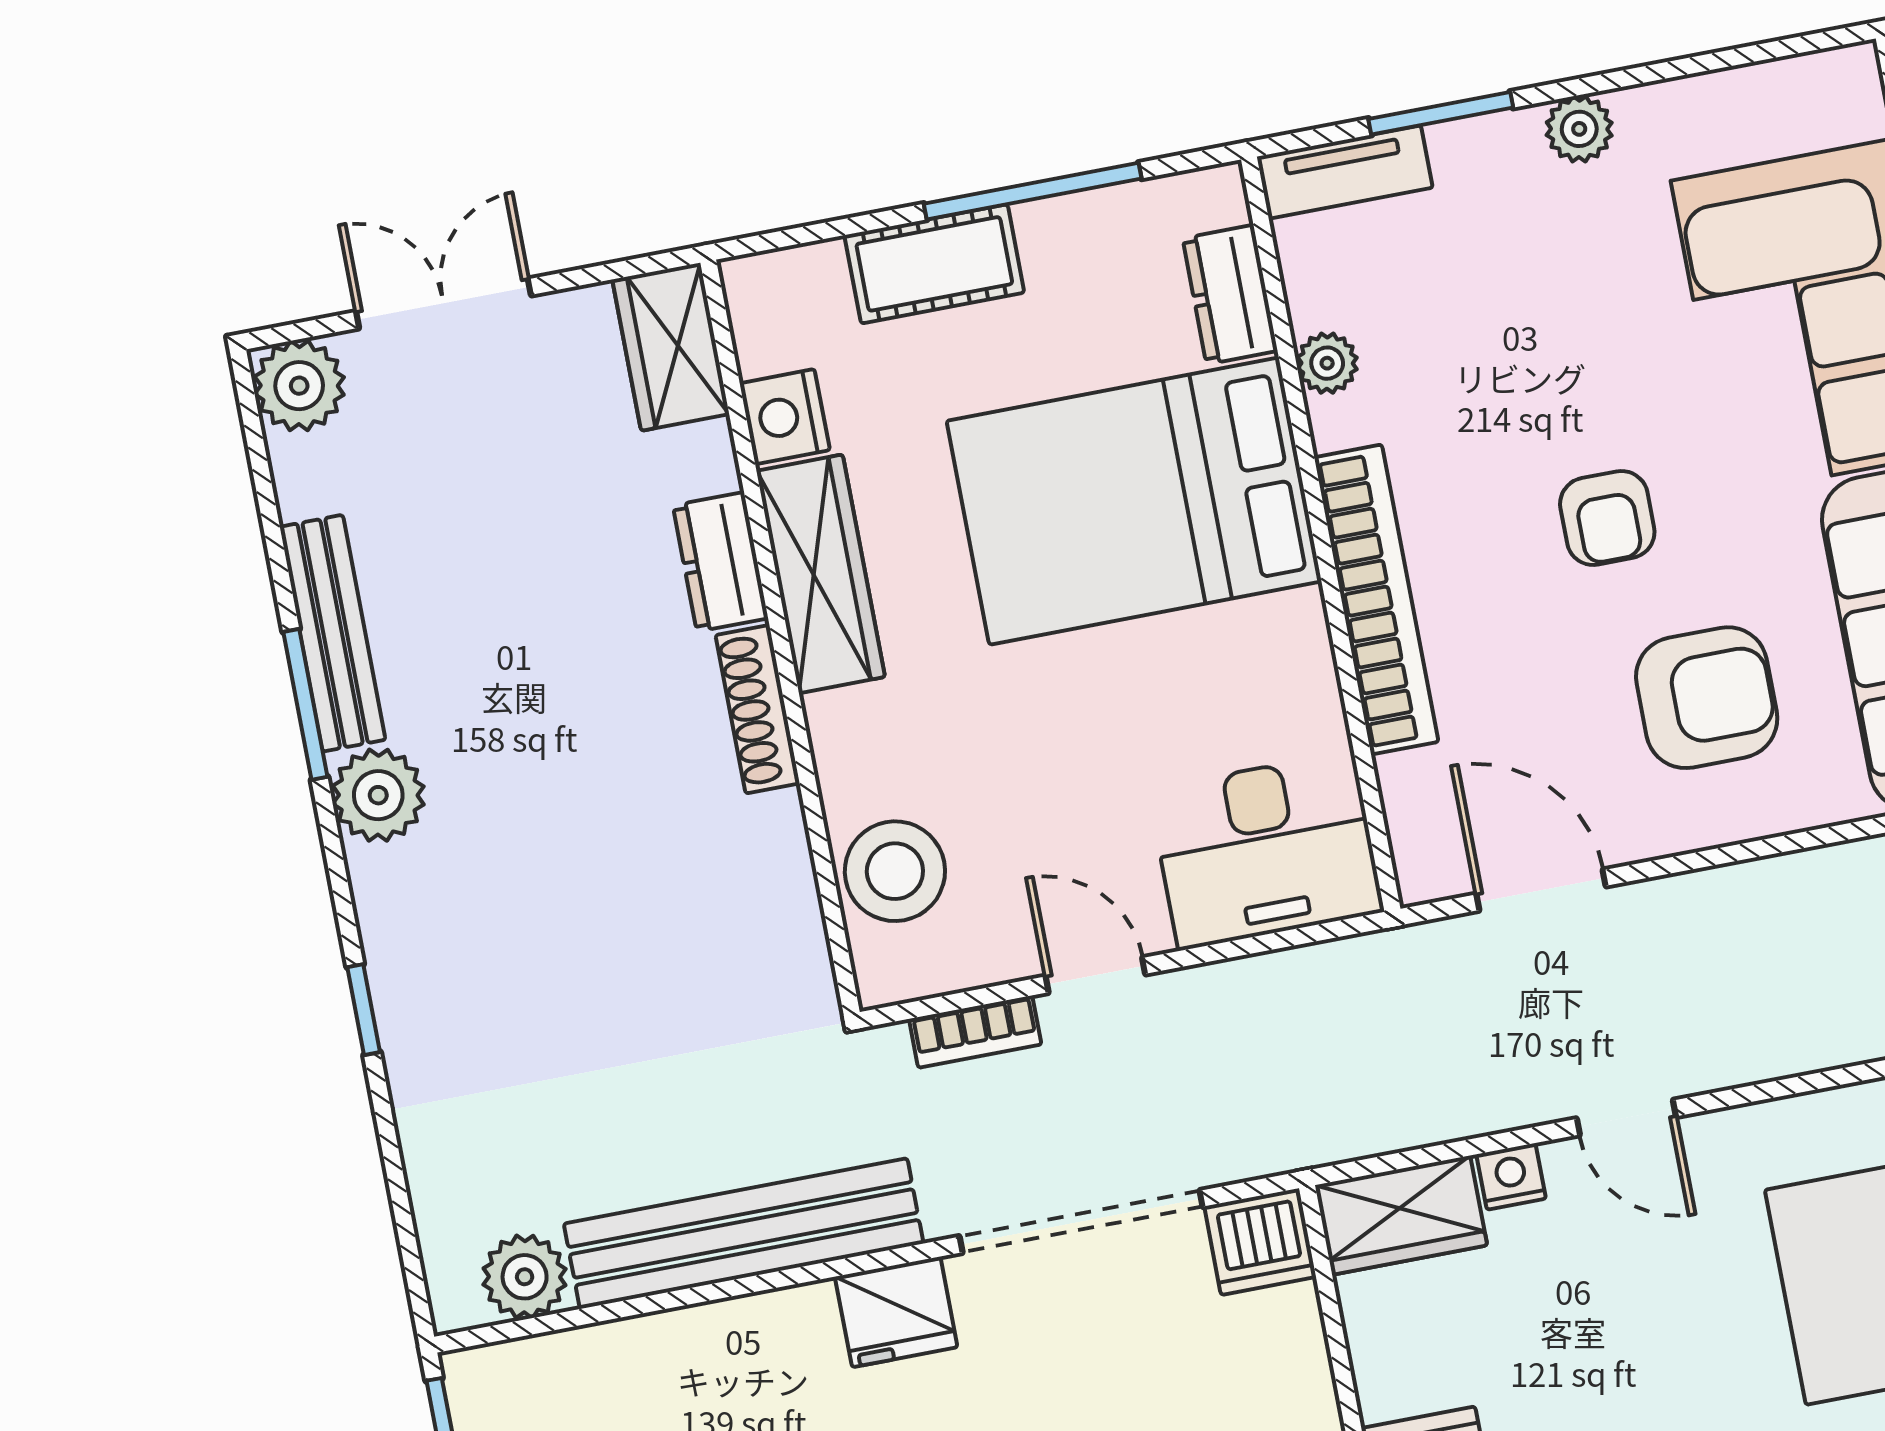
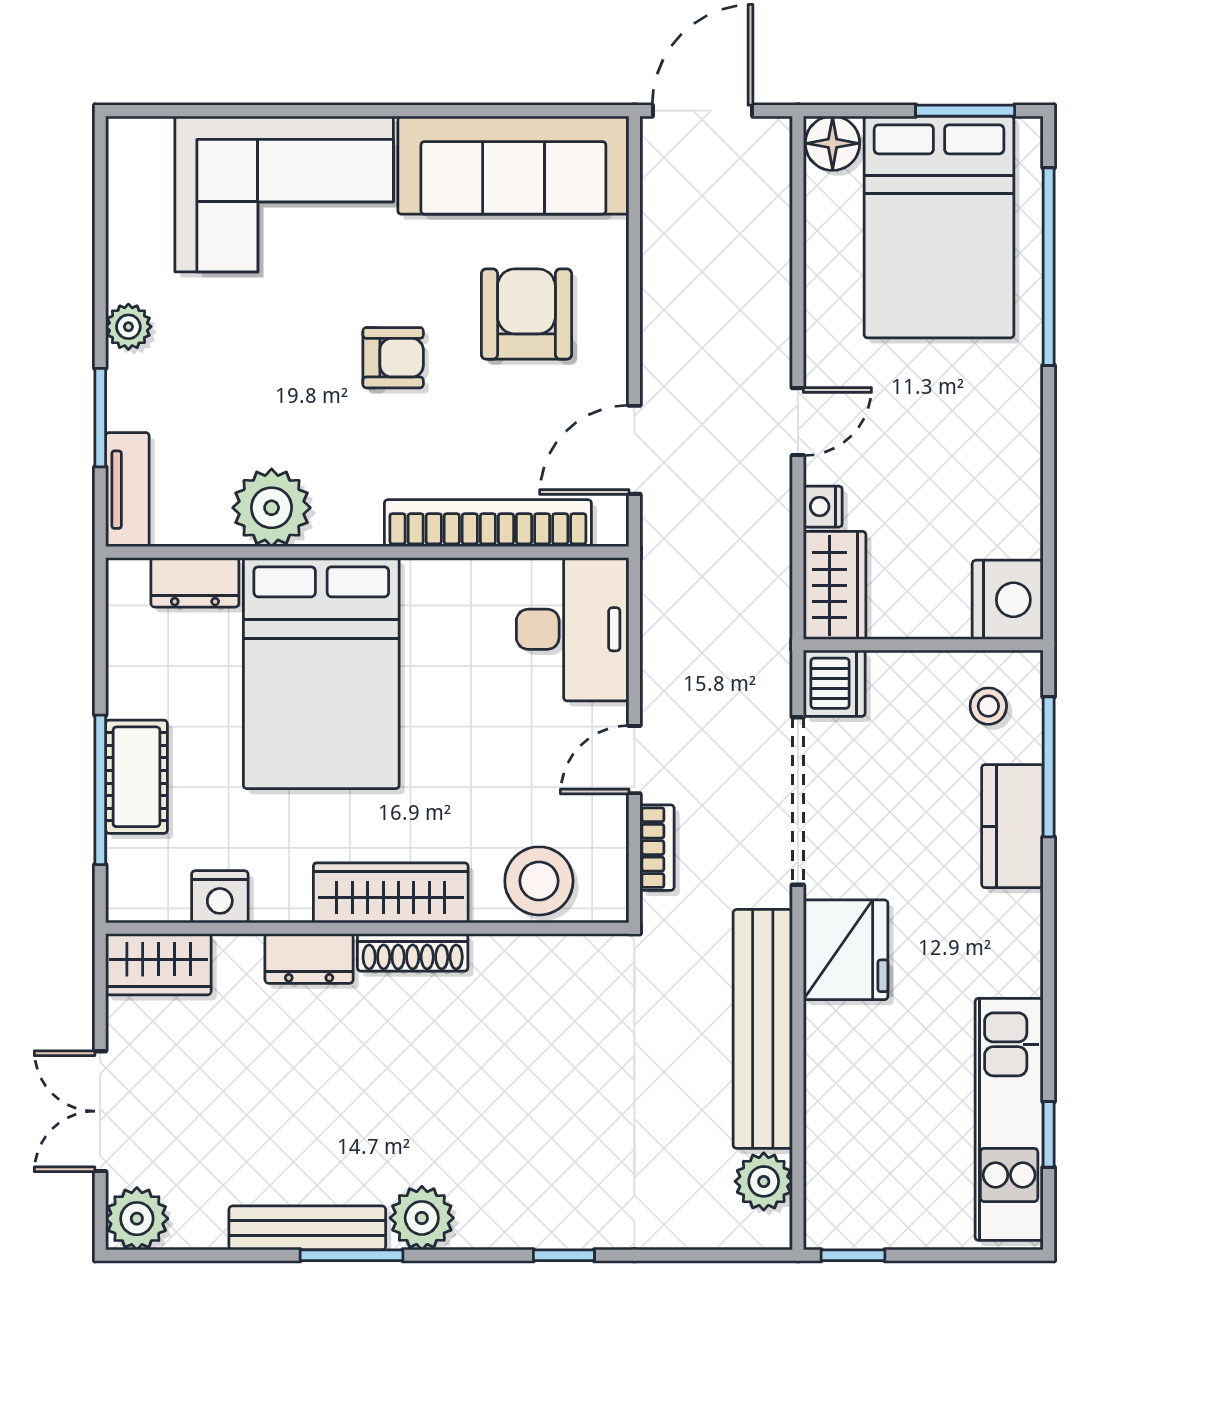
window: (1033, 191) -> (100, 790), moved
plant: (1327, 363) -> (272, 508), width x1.87, depth x1.87
wardrobe: (821, 574) -> (391, 893), moved
bookcase: (1376, 600) -> (488, 523), moved
fridge: (896, 1312) -> (846, 950), width x1.36, depth x1.34

